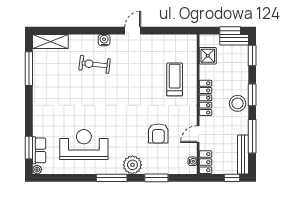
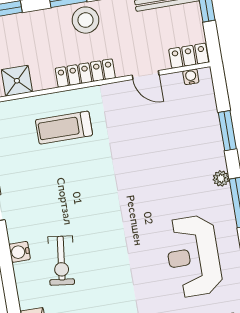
armchair: (158, 134) -> (155, 139), removed
plant: (132, 165) -> (221, 178), width x0.53, depth x0.53

